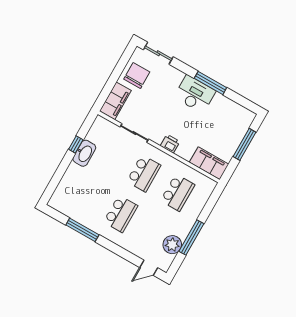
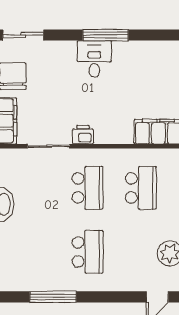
desk: (195, 94) -> (94, 59), width x0.73
printer: (170, 144) -> (83, 135), moved

